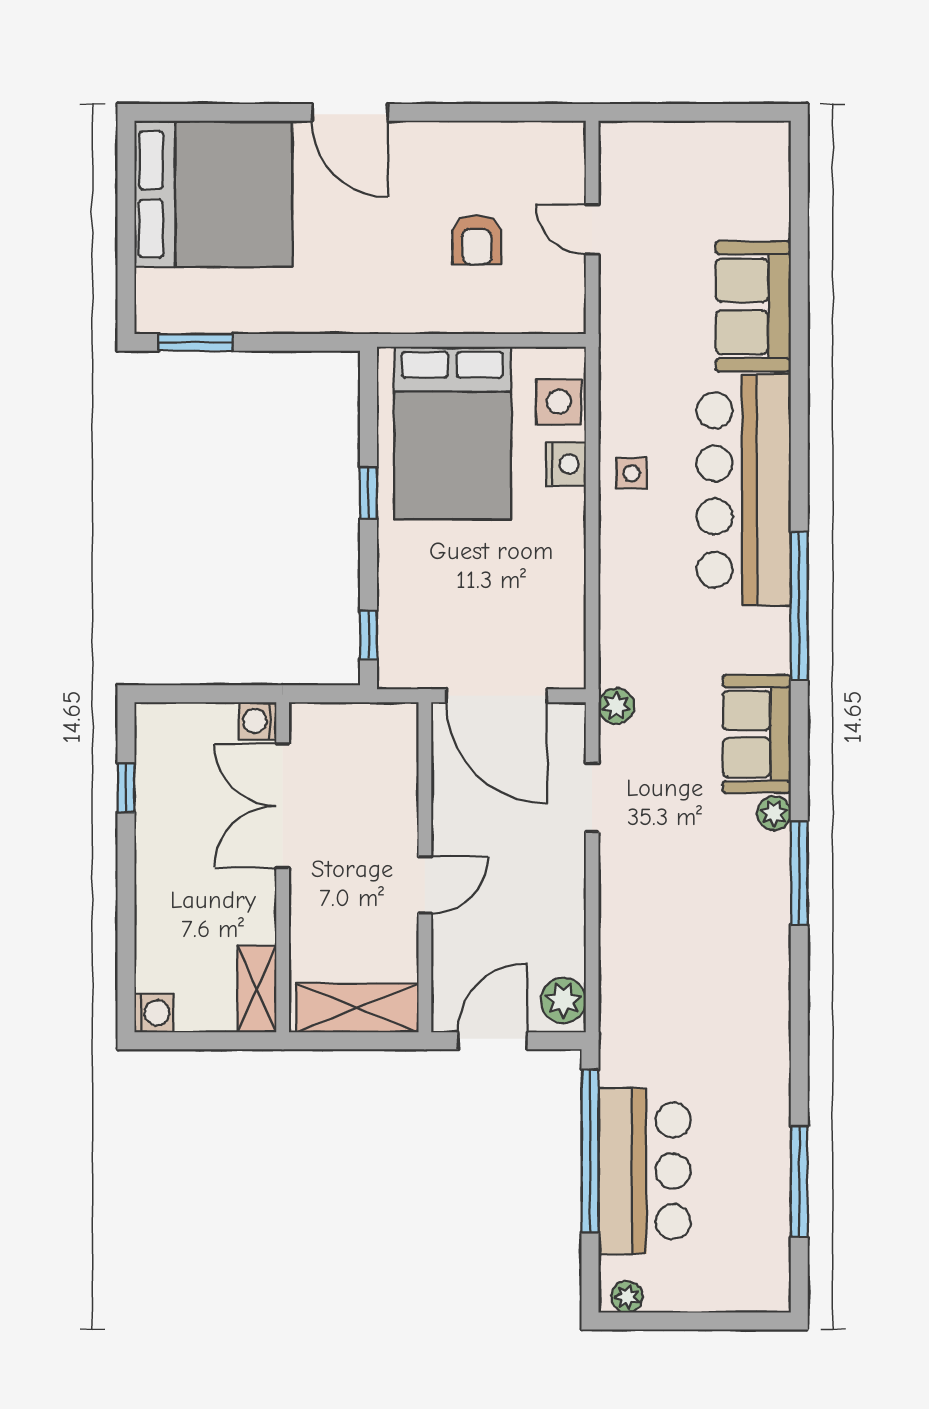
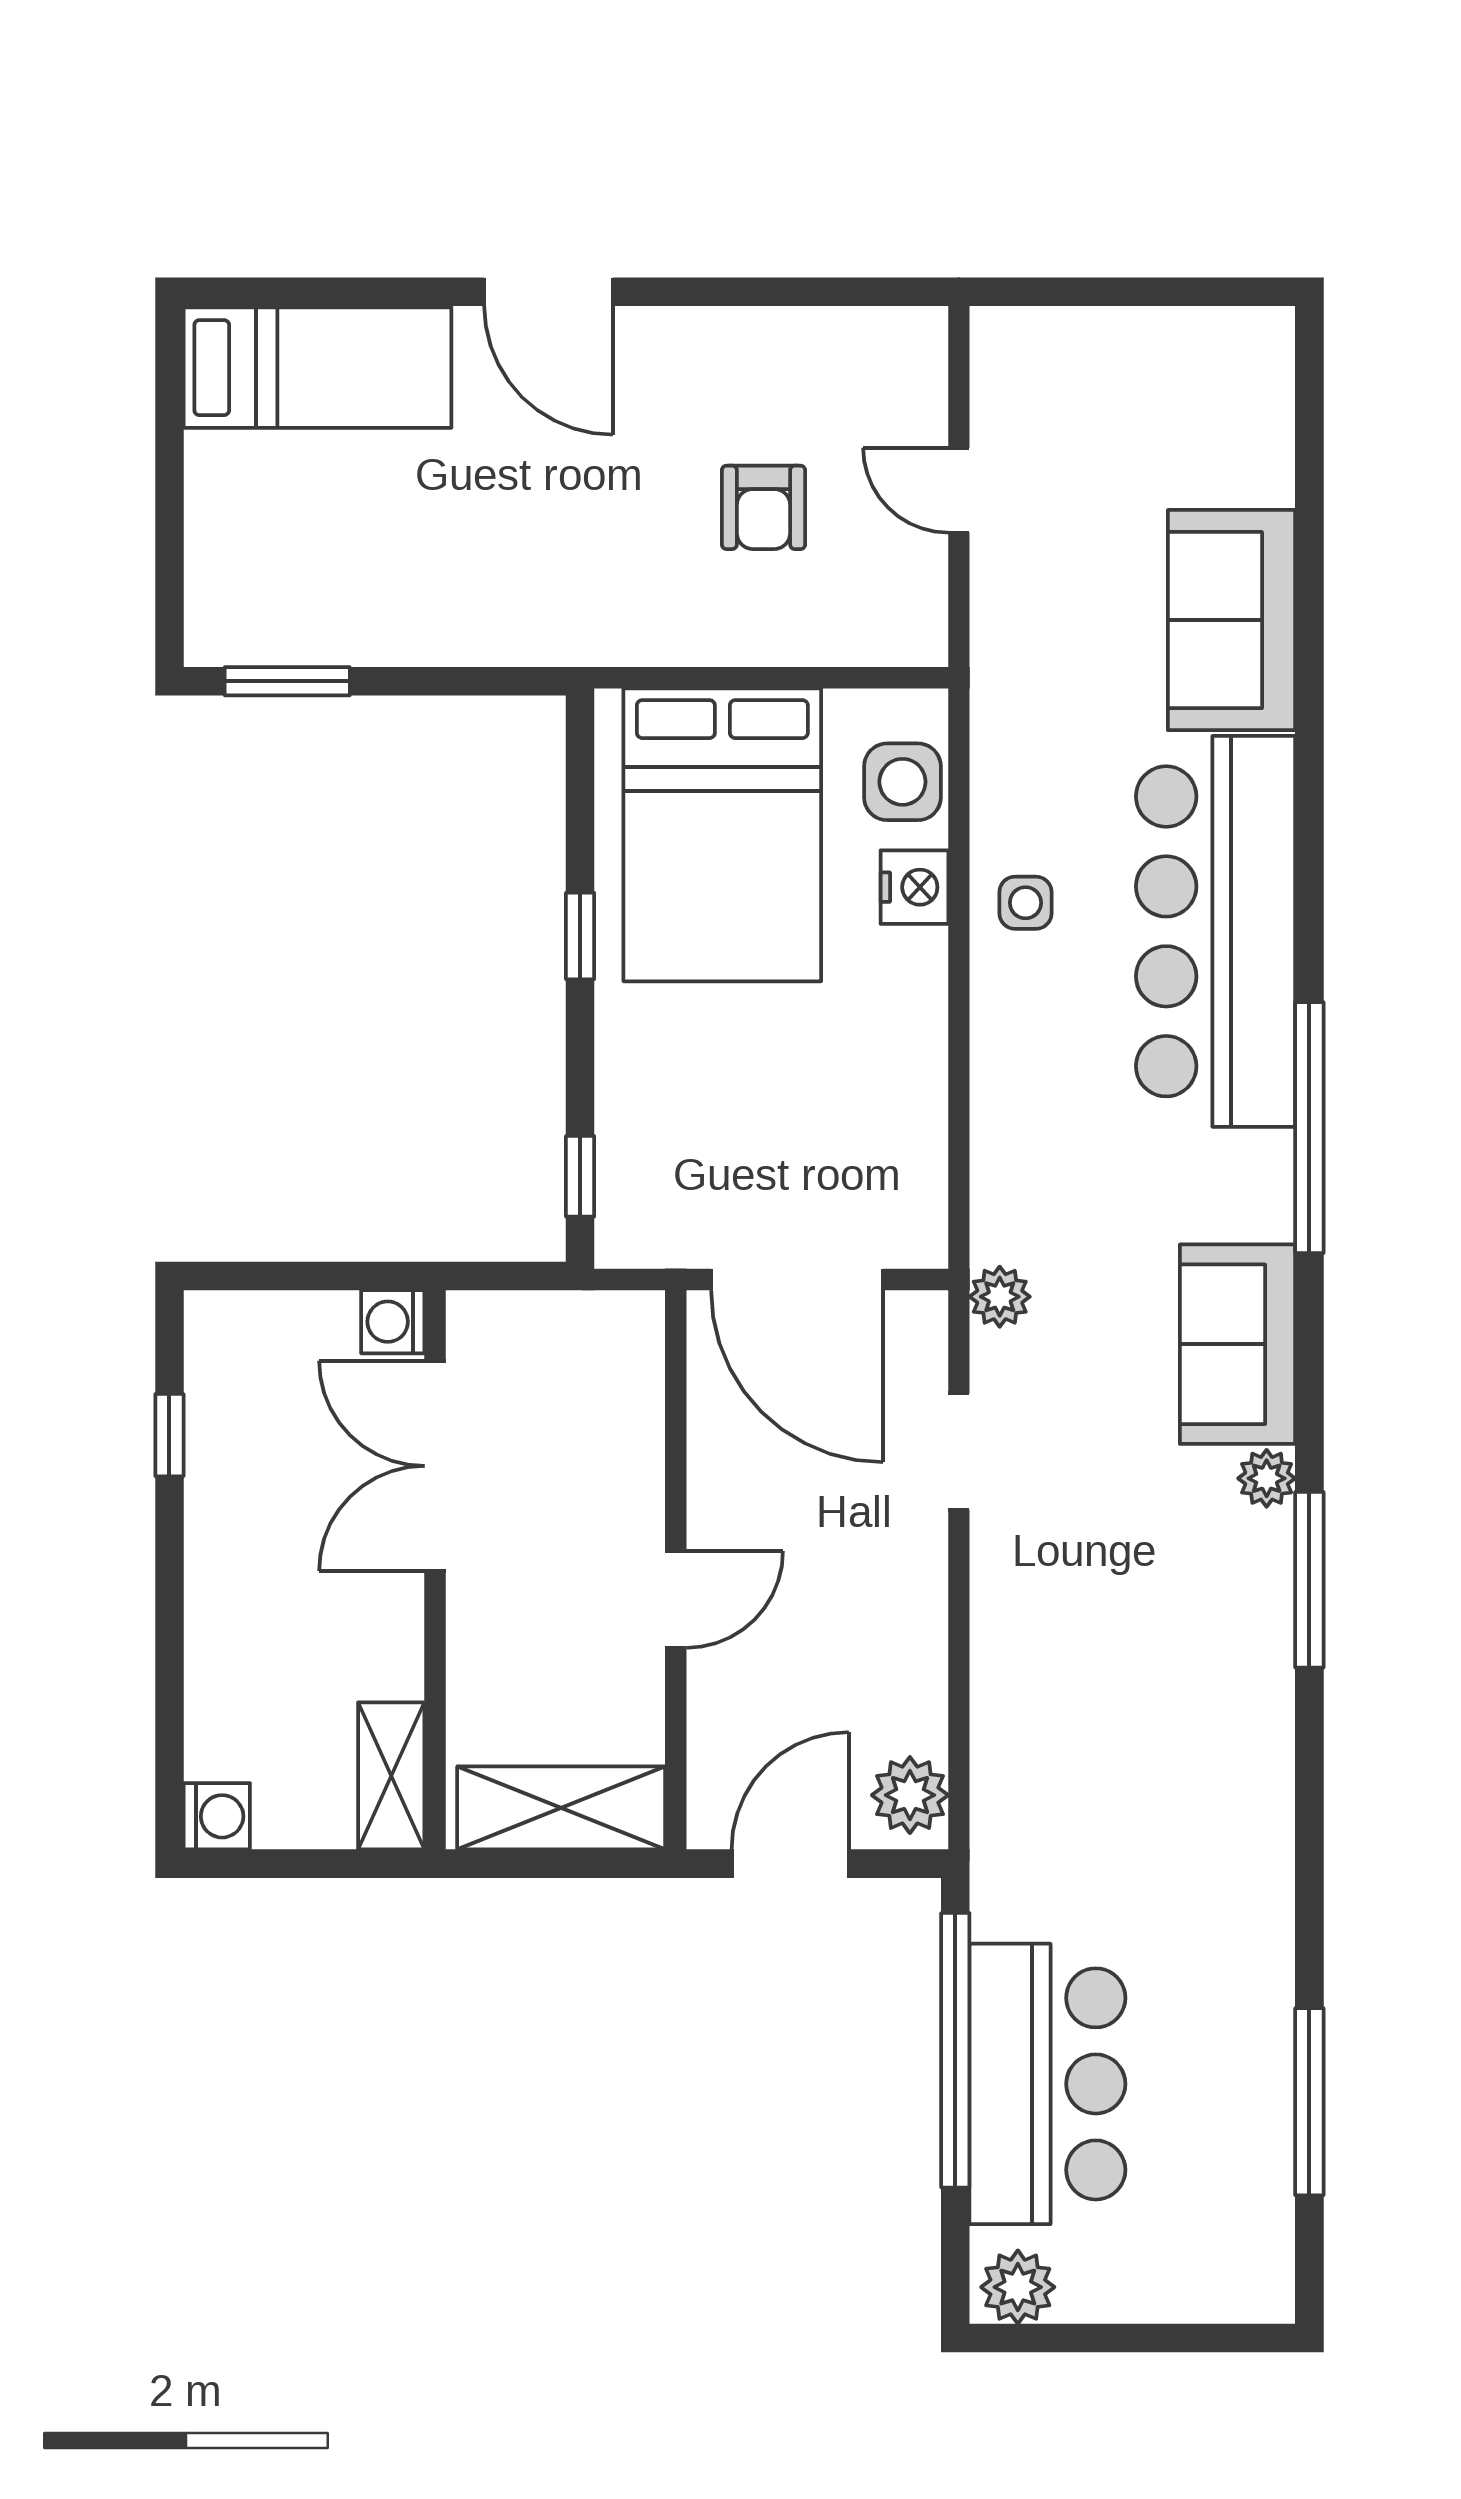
bed: (213, 194) -> (318, 368), width x0.49
plant: (627, 1297) -> (1018, 2287), width x1.38, depth x1.38

